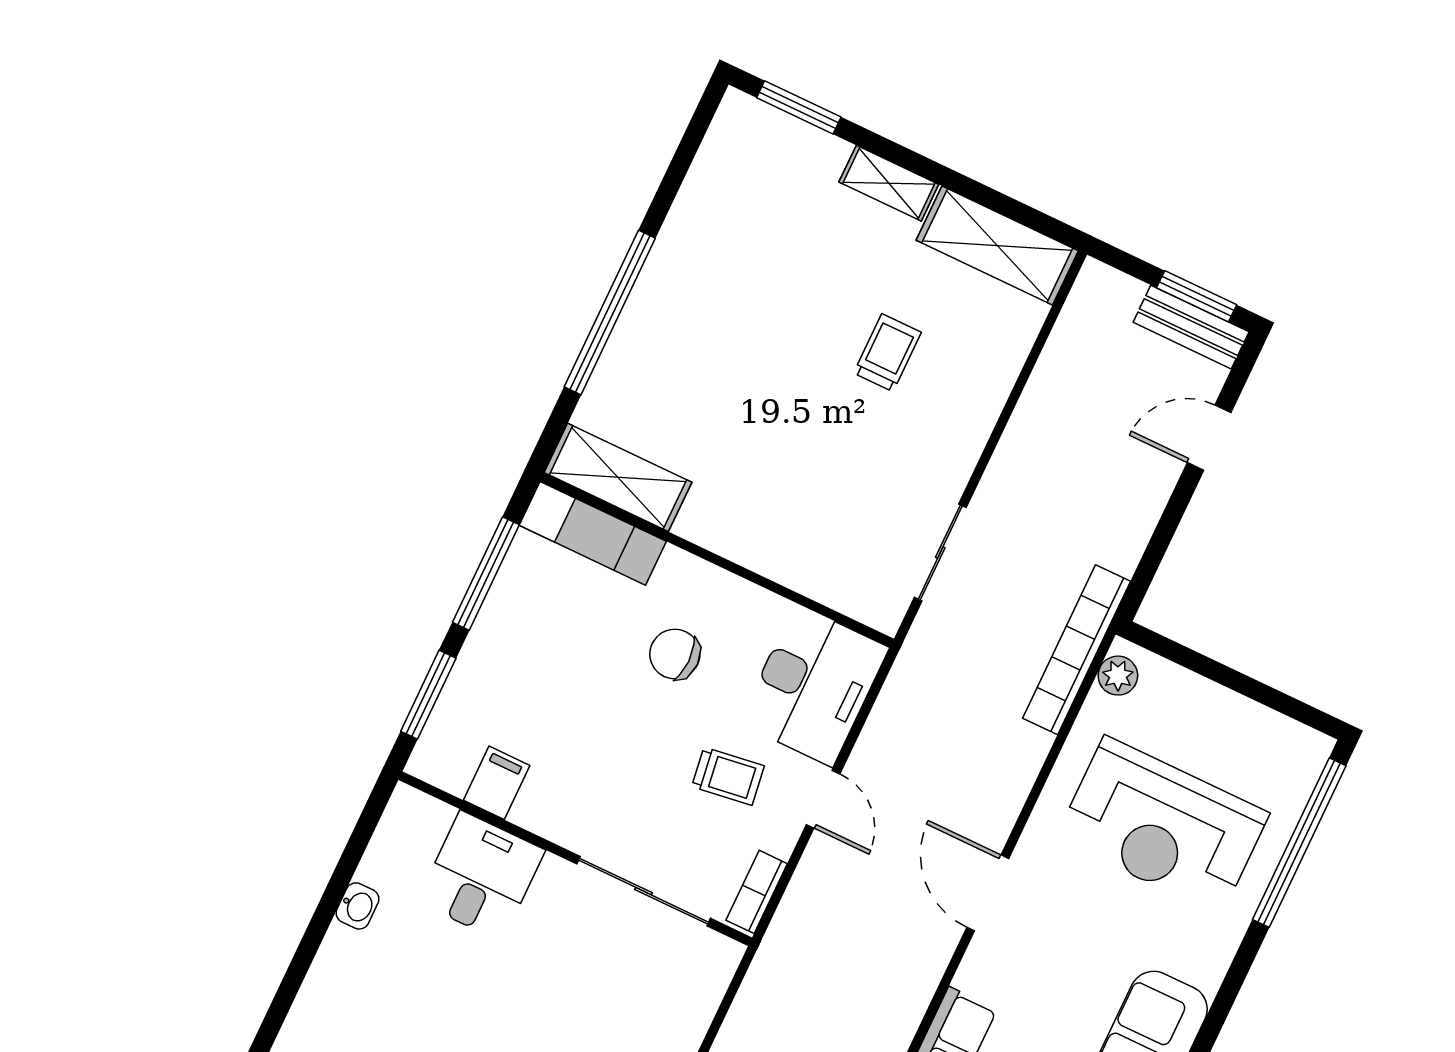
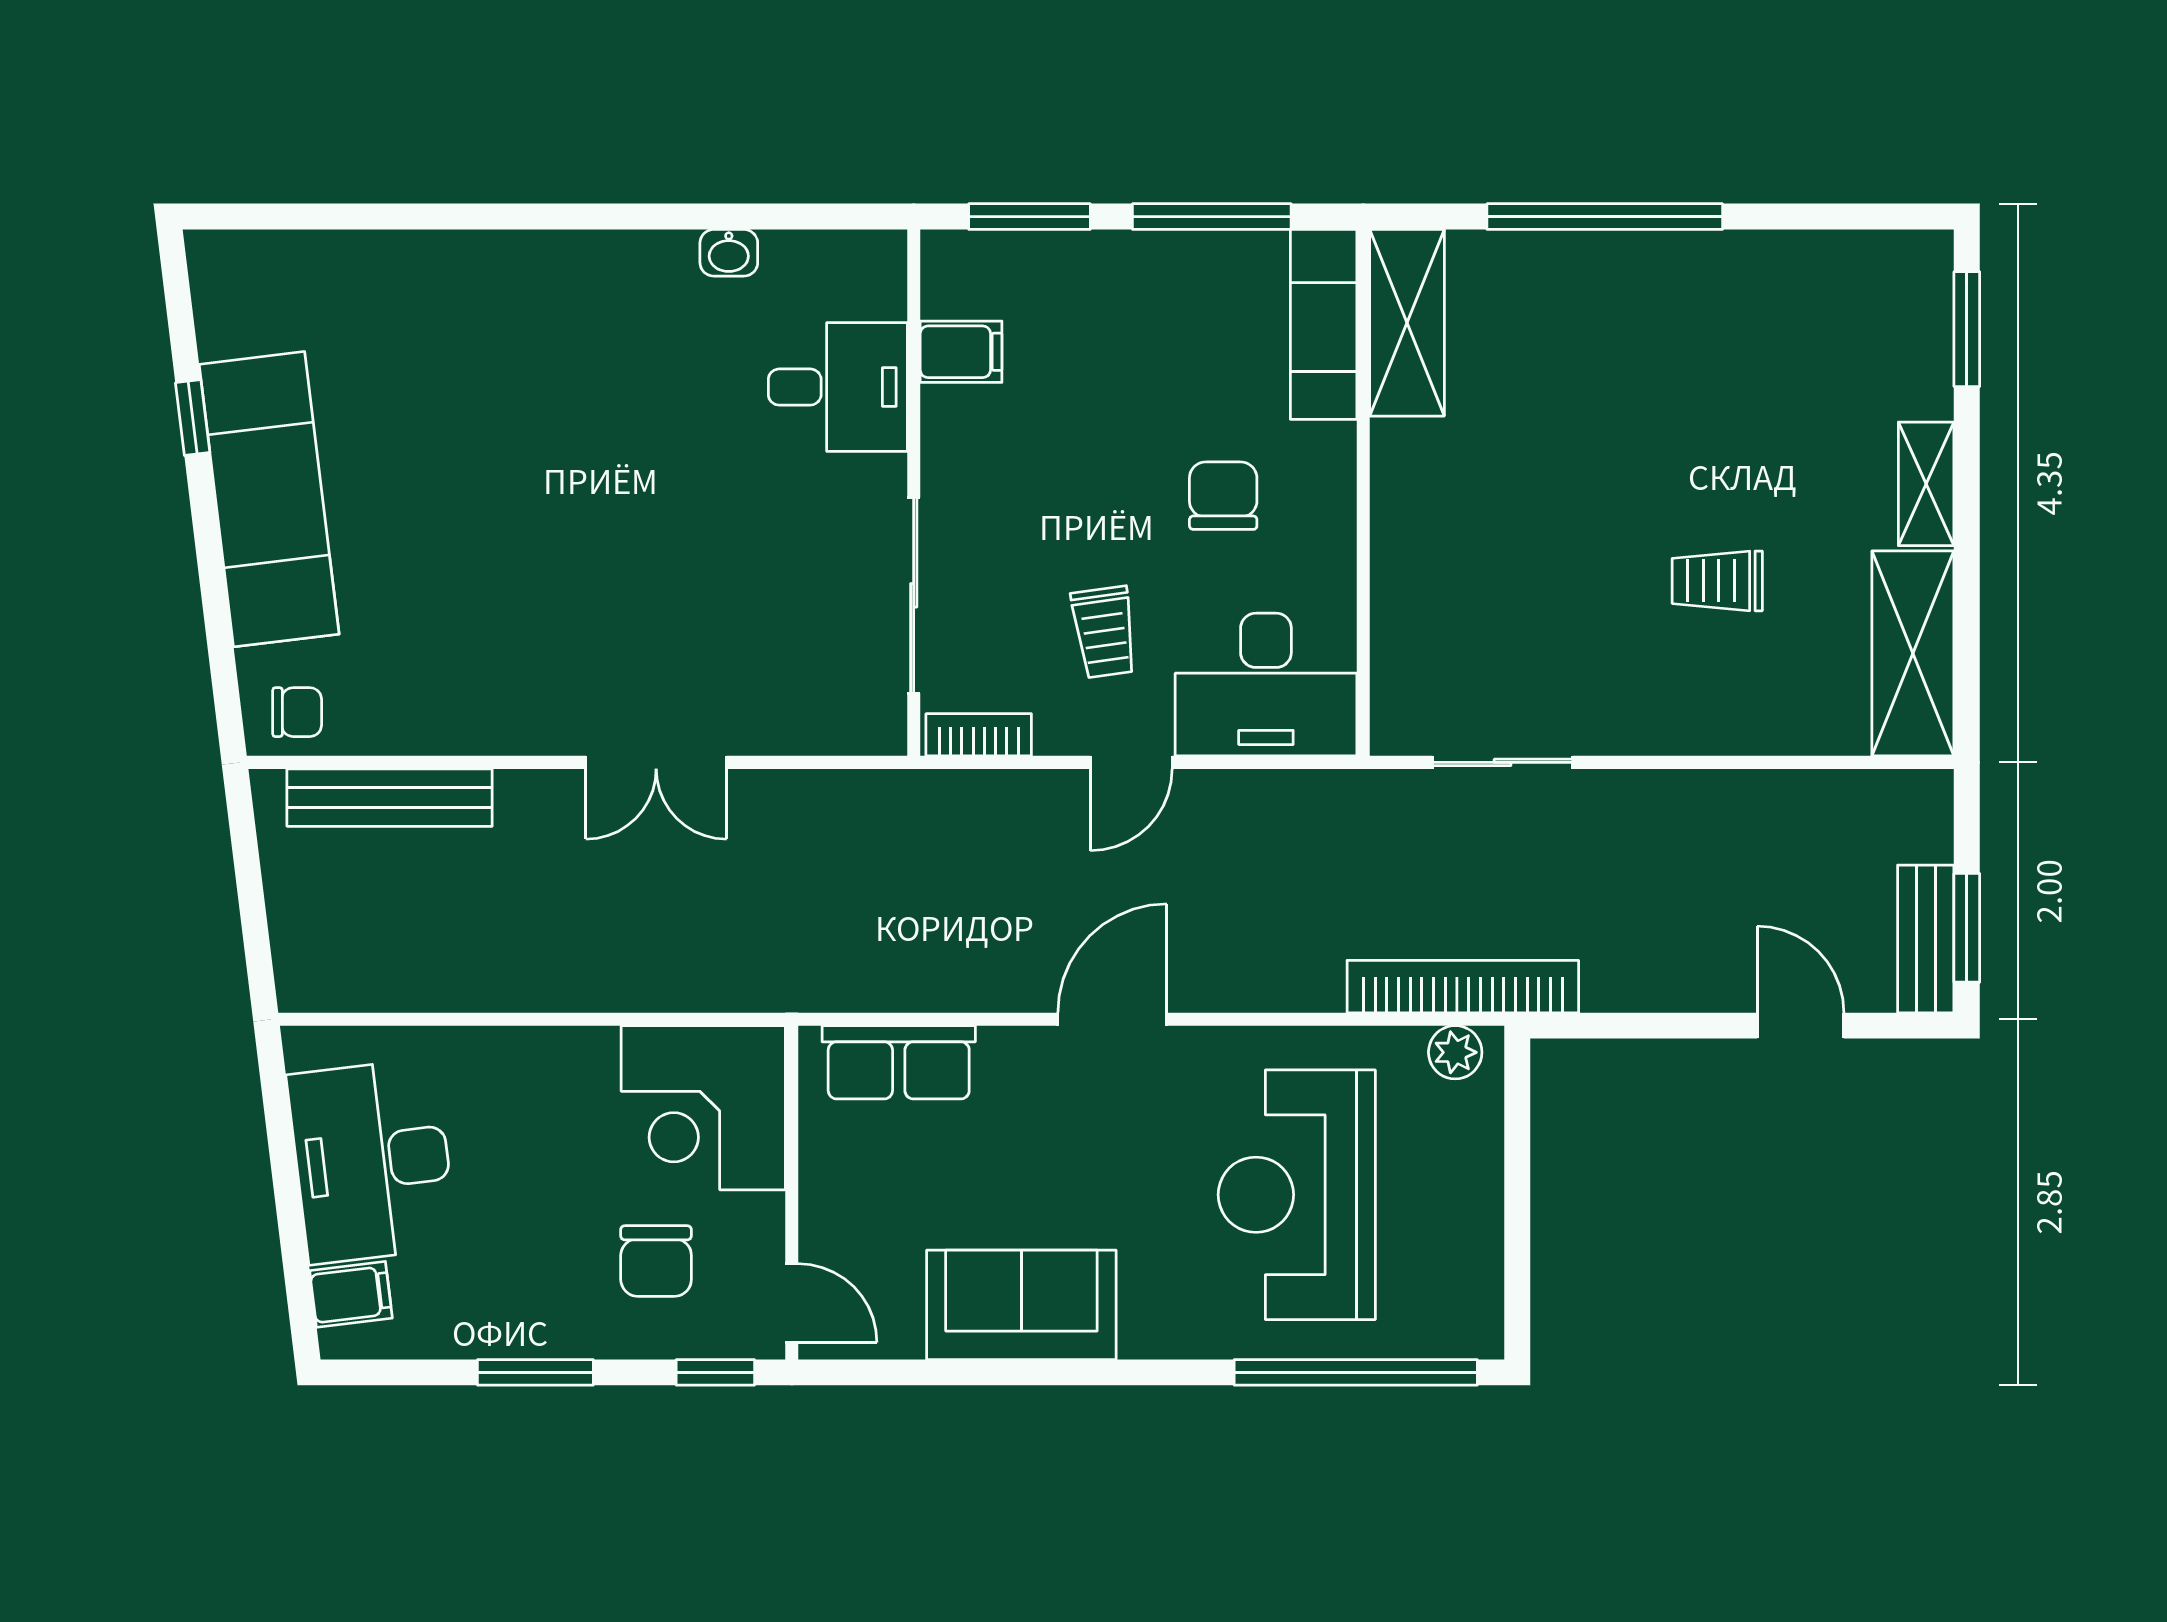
trolley: (887, 353) -> (1717, 581), turned 180

